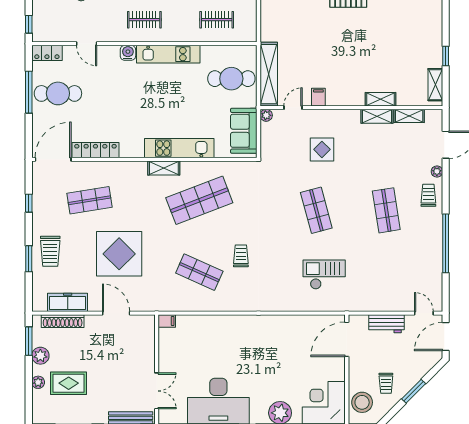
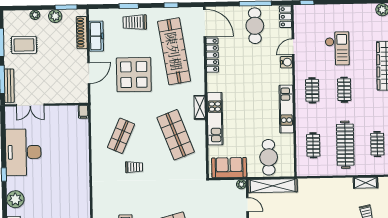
water cooler: (128, 53) -> (286, 62), moved
shop shelf: (89, 200) -> (174, 51), width x2.00, depth x1.36
rug: (69, 383) -> (24, 45), moved, turned 90

